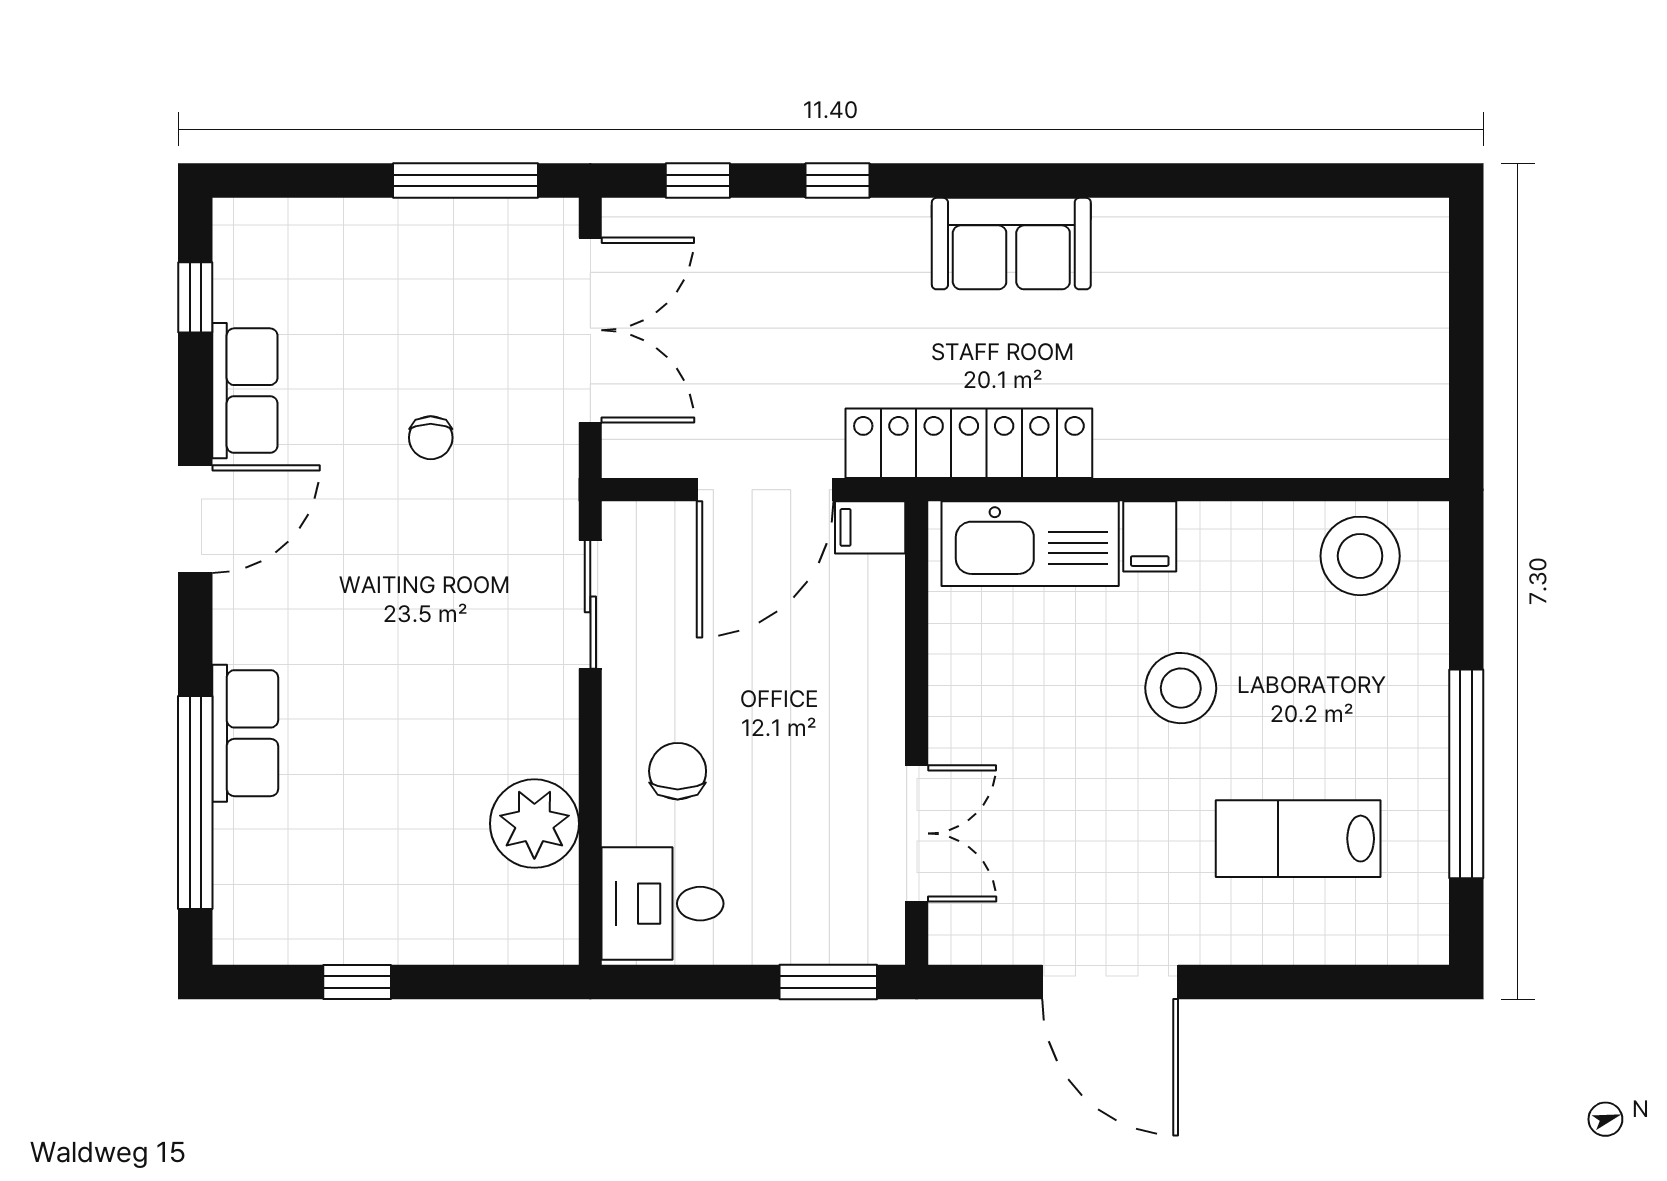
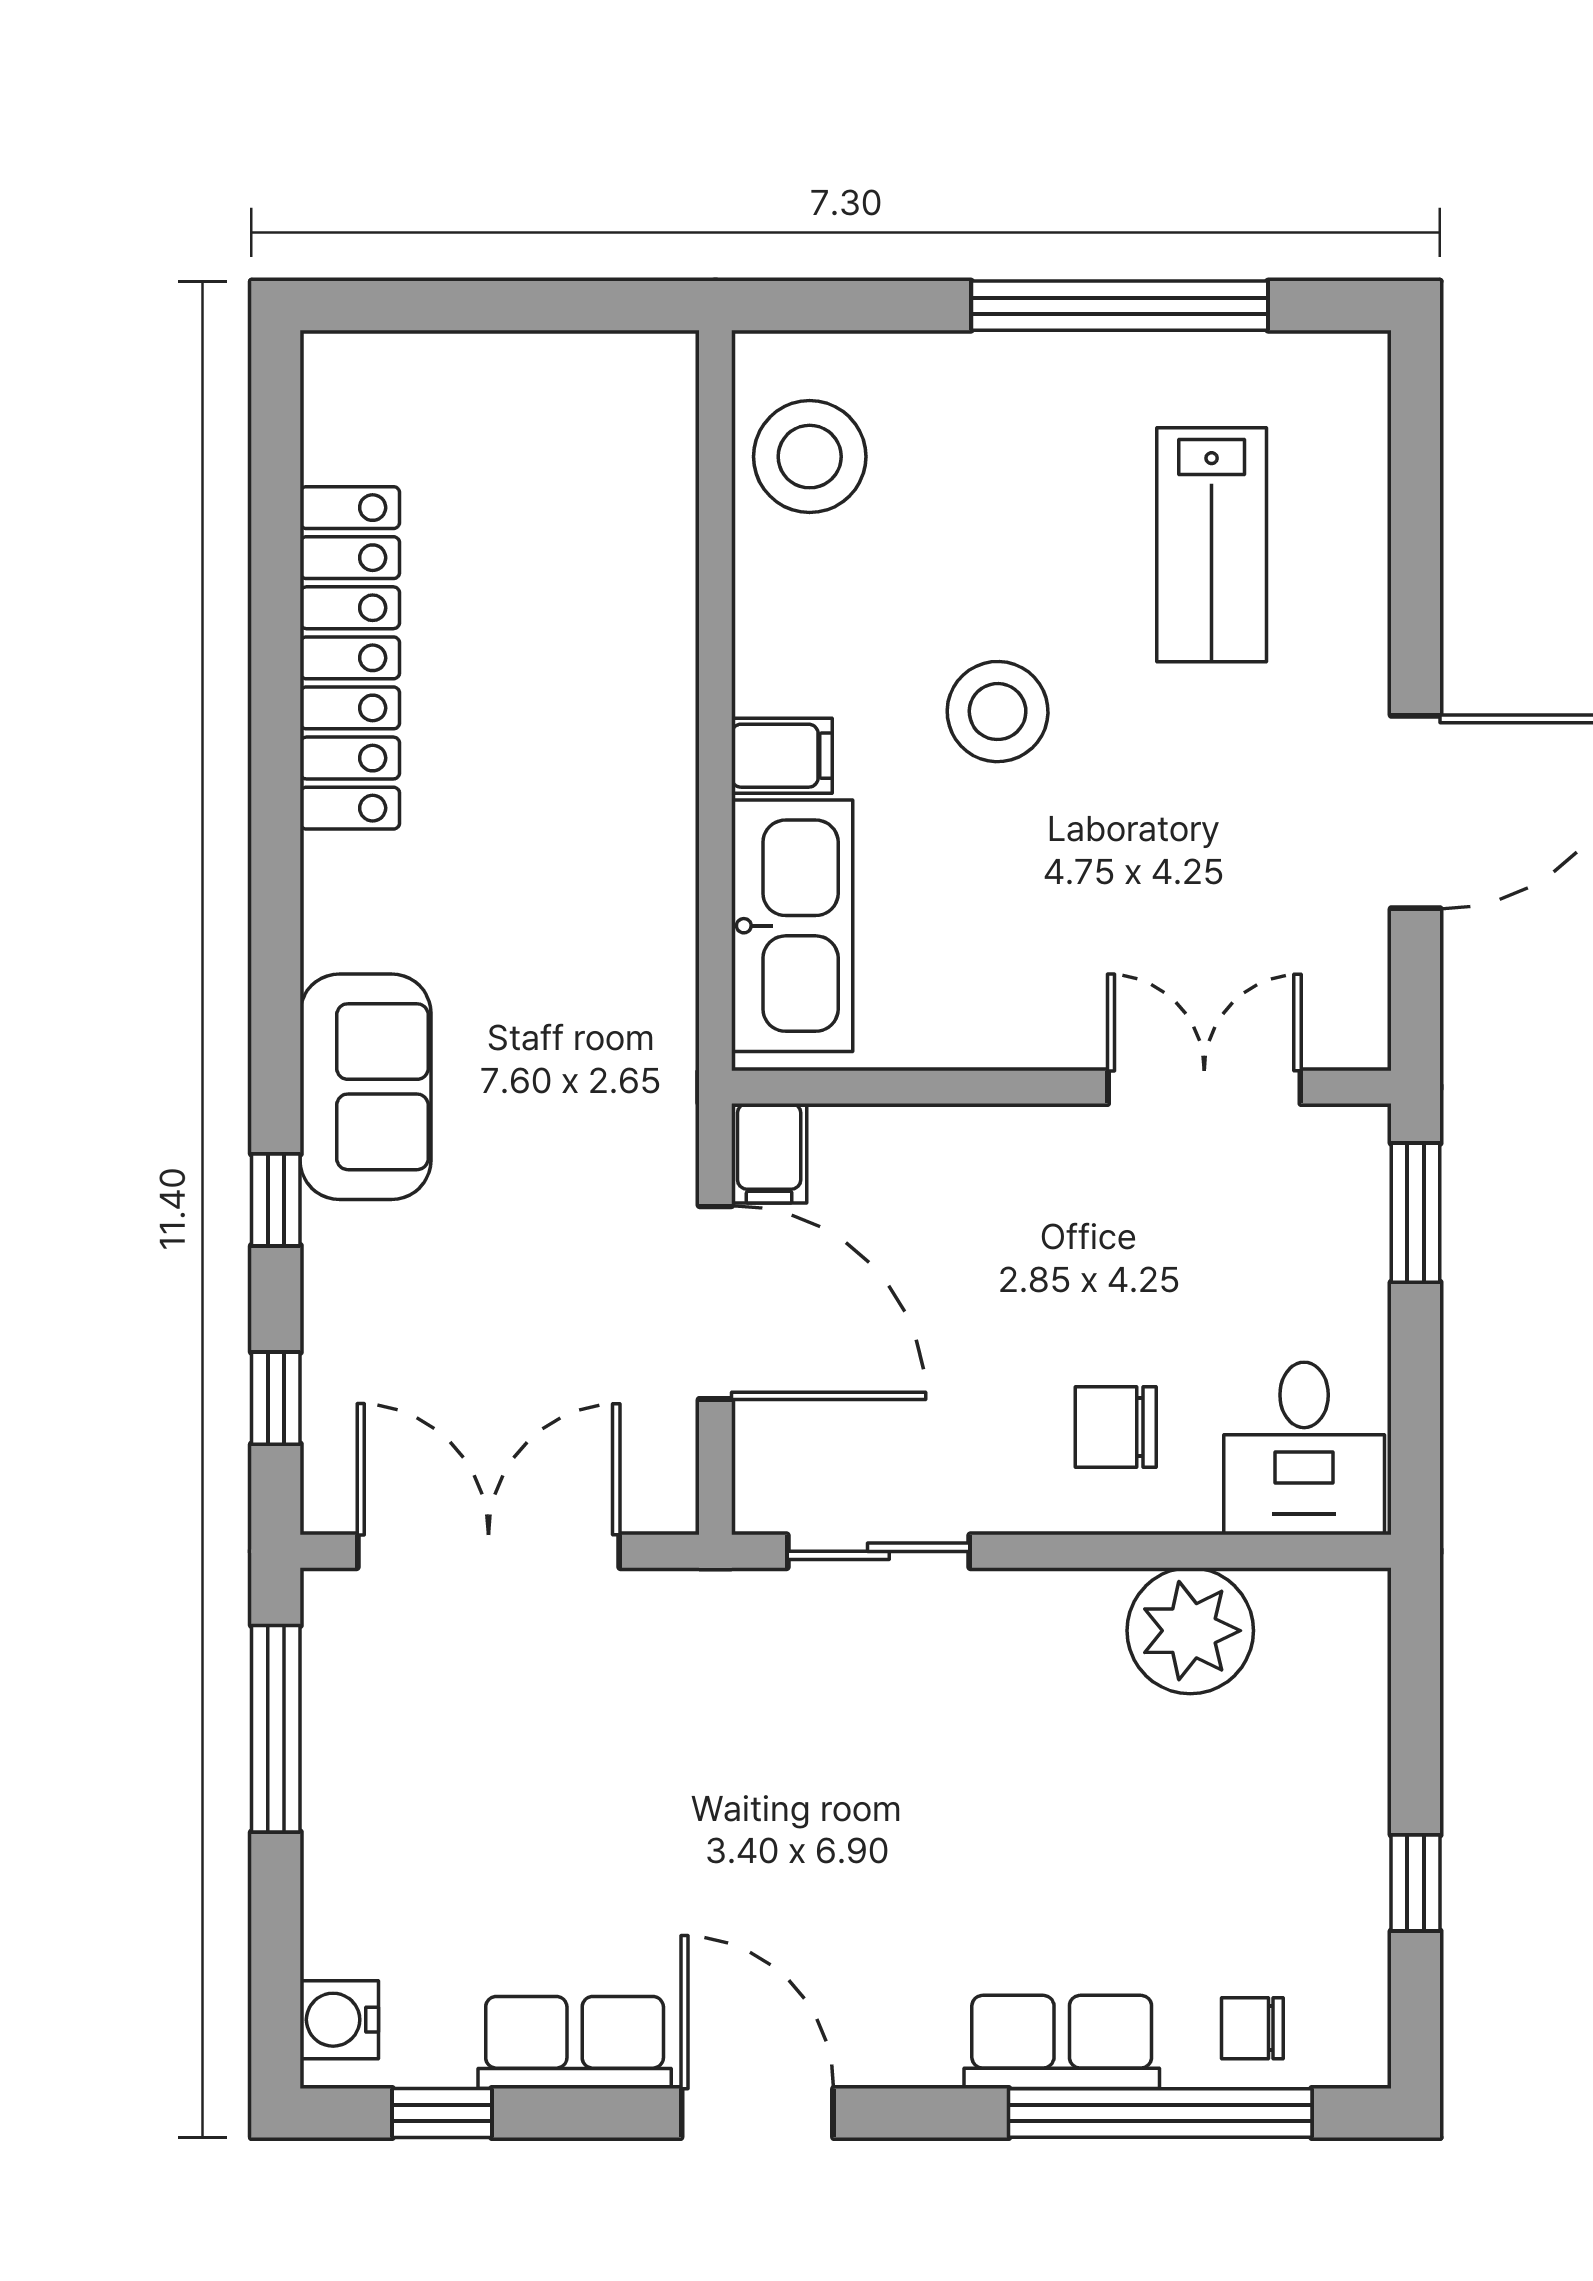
water cooler: (261, 225) -> (339, 2020), added
sofa: (1011, 244) -> (365, 1087), moved
chair: (431, 438) -> (1252, 2028), moved, turned 180
locker: (969, 443) -> (350, 658), moved, turned 180

